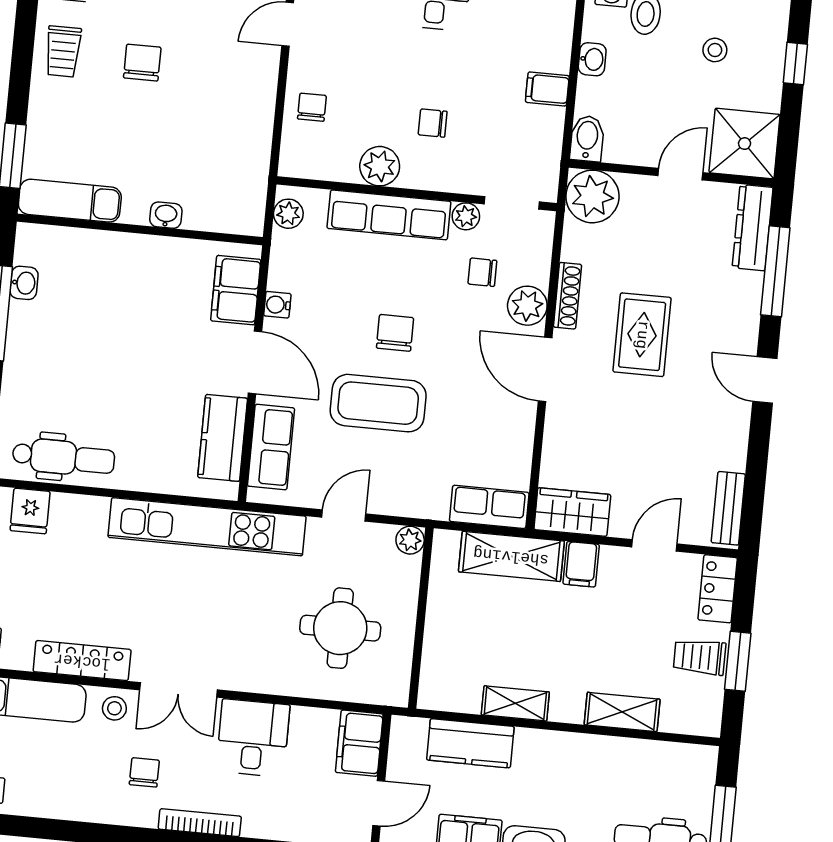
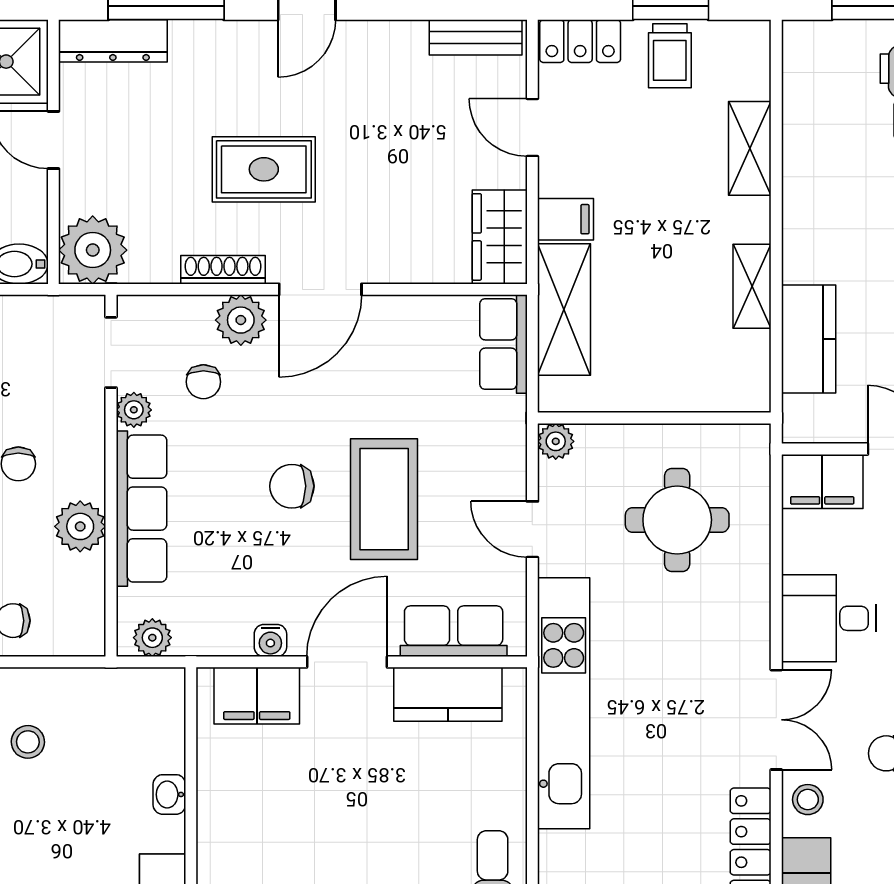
stool: (217, 110) -> (28, 742), added

